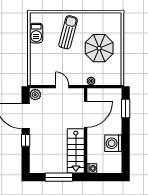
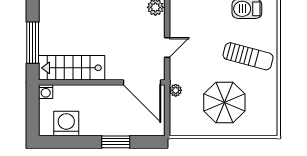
window: (126, 108) -> (116, 142), moved
door: (86, 114) -> (142, 82), moved
washing machine: (113, 143) -> (66, 123), moved

